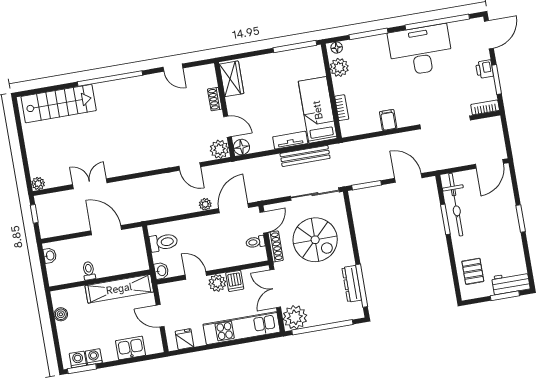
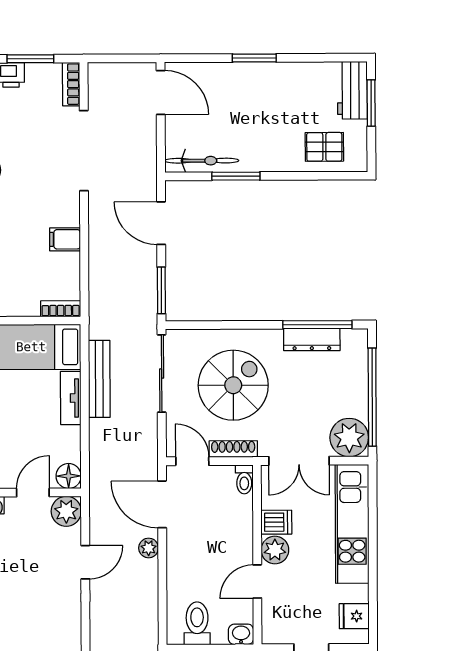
bookcase: (342, 108) -> (61, 309), moved
door: (408, 178) -> (161, 223), hinge flipped
bicycle: (456, 205) -> (202, 161), width x0.73, depth x0.71
toilet: (255, 242) -> (244, 479), moved

